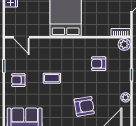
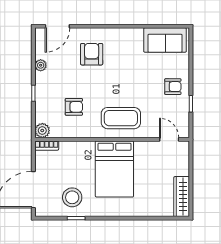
coffee table: (52, 78) -> (121, 118), moved, width x1.86, depth x1.72
armchair: (84, 106) -> (92, 54), turned 99

